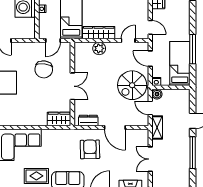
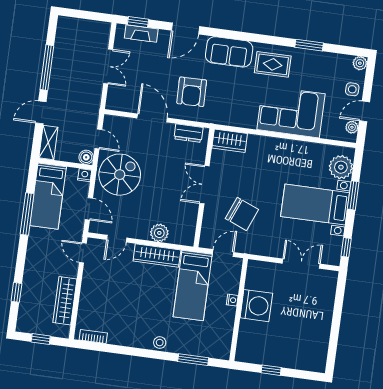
chair: (44, 69) -> (242, 214), turned 105
shelving: (157, 128) -> (48, 143), moved

